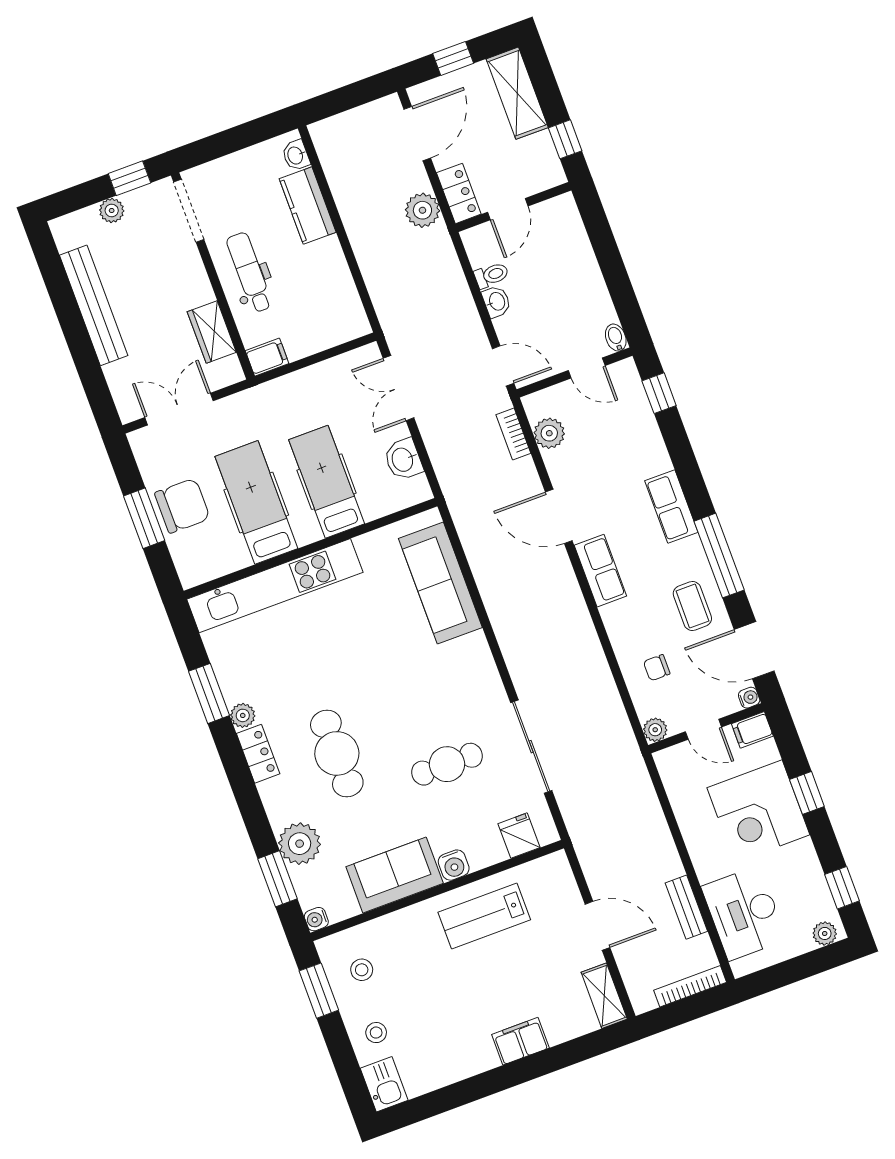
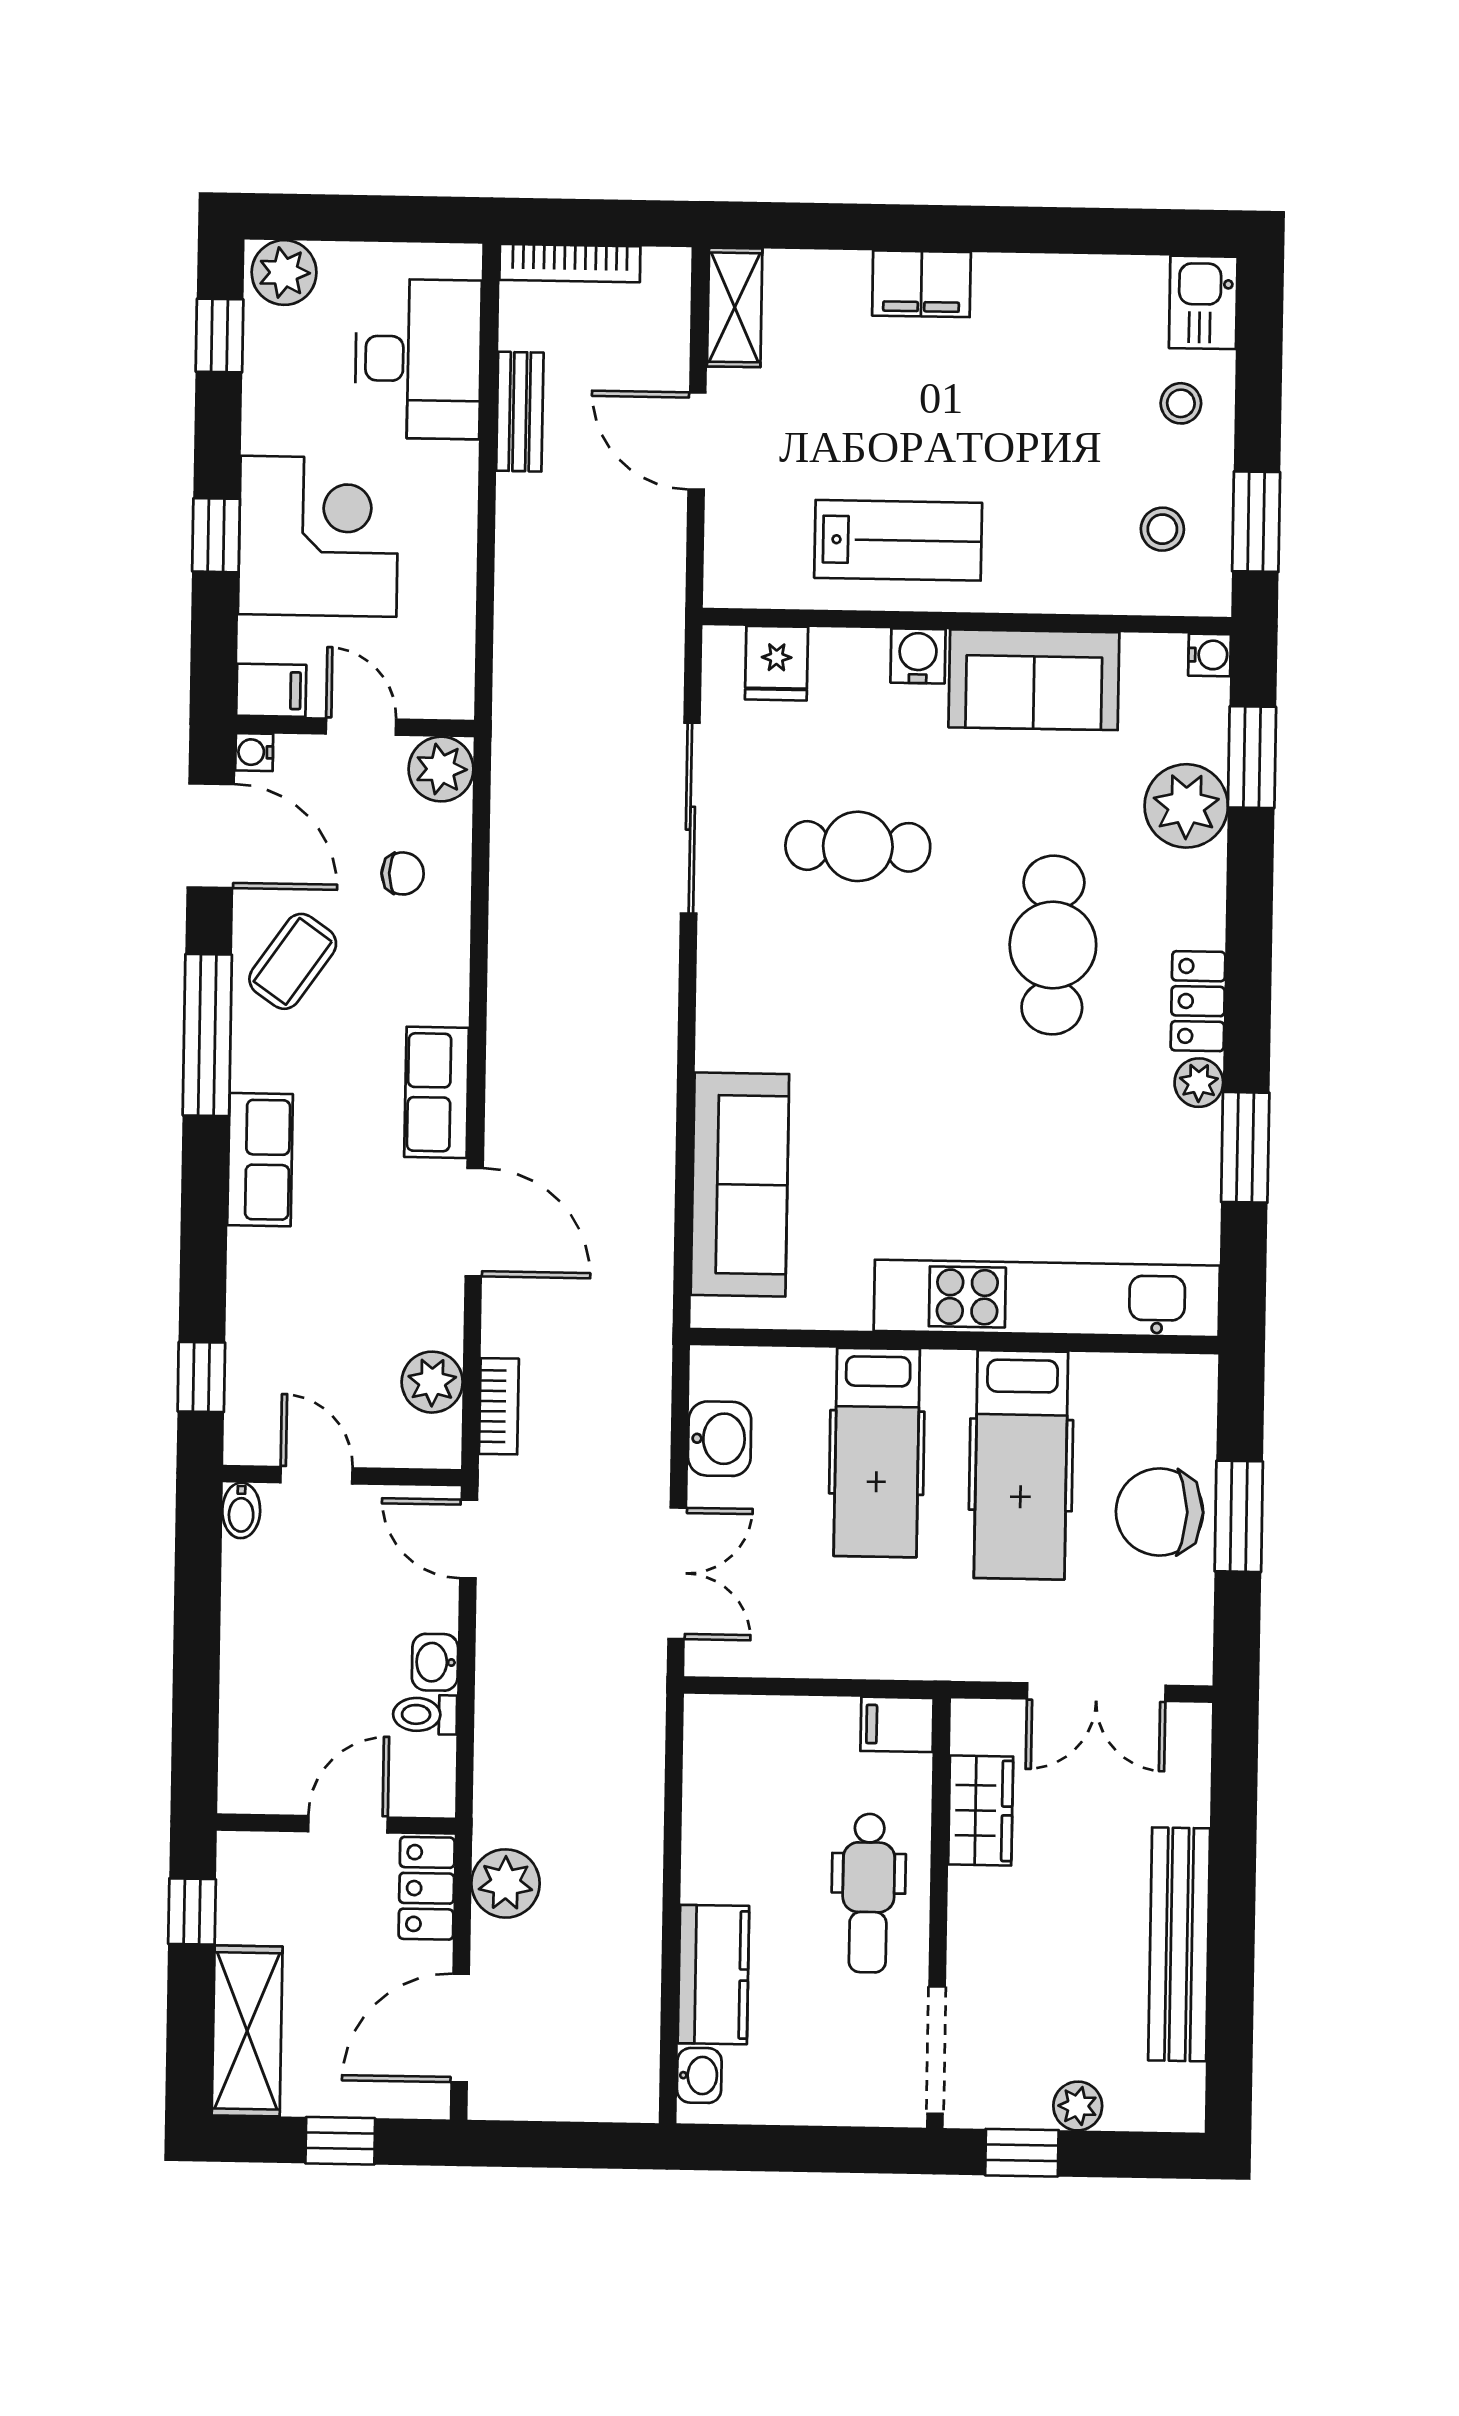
coffee table: (692, 606) -> (293, 961), turned 35
plant: (655, 730) -> (441, 769), width x1.38, depth x1.38
plant: (825, 933) -> (284, 273), width x1.38, depth x1.38

